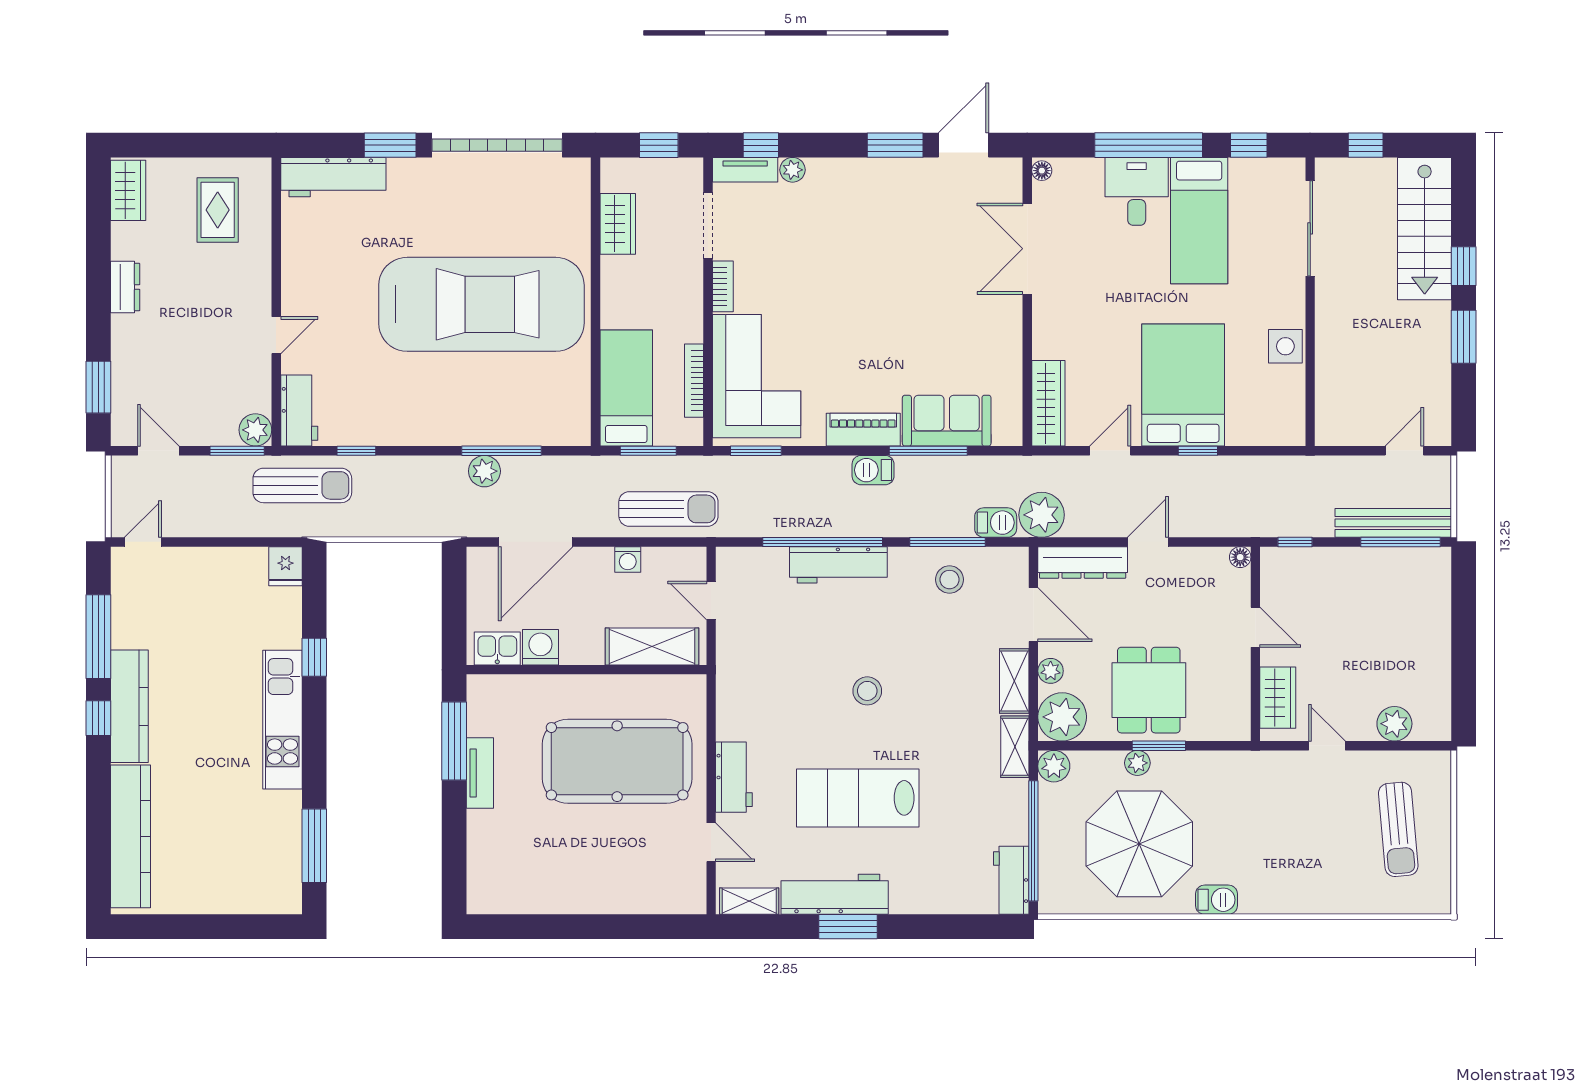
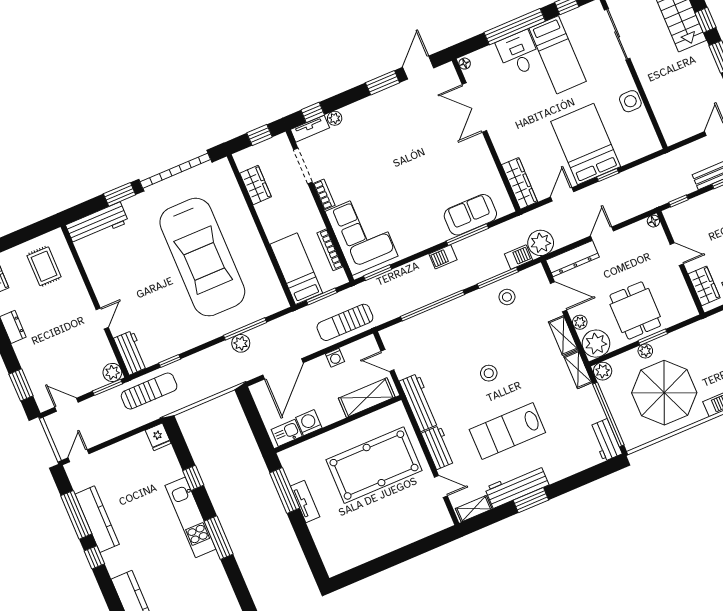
car: (481, 304) -> (202, 257), turned 90
piano: (863, 430) -> (429, 238), removed
sun lounger: (668, 509) -> (345, 322), turned 180
workbench: (838, 565) -> (419, 403), moved, turned -90
kitchen counter: (129, 706) -> (97, 519), moved
window: (314, 846) -> (219, 538), moved

